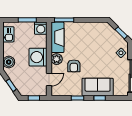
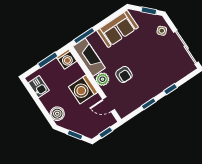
door: (49, 80) -> (109, 104), swing flipped
sofa: (98, 87) -> (118, 29), moved, turned 180

